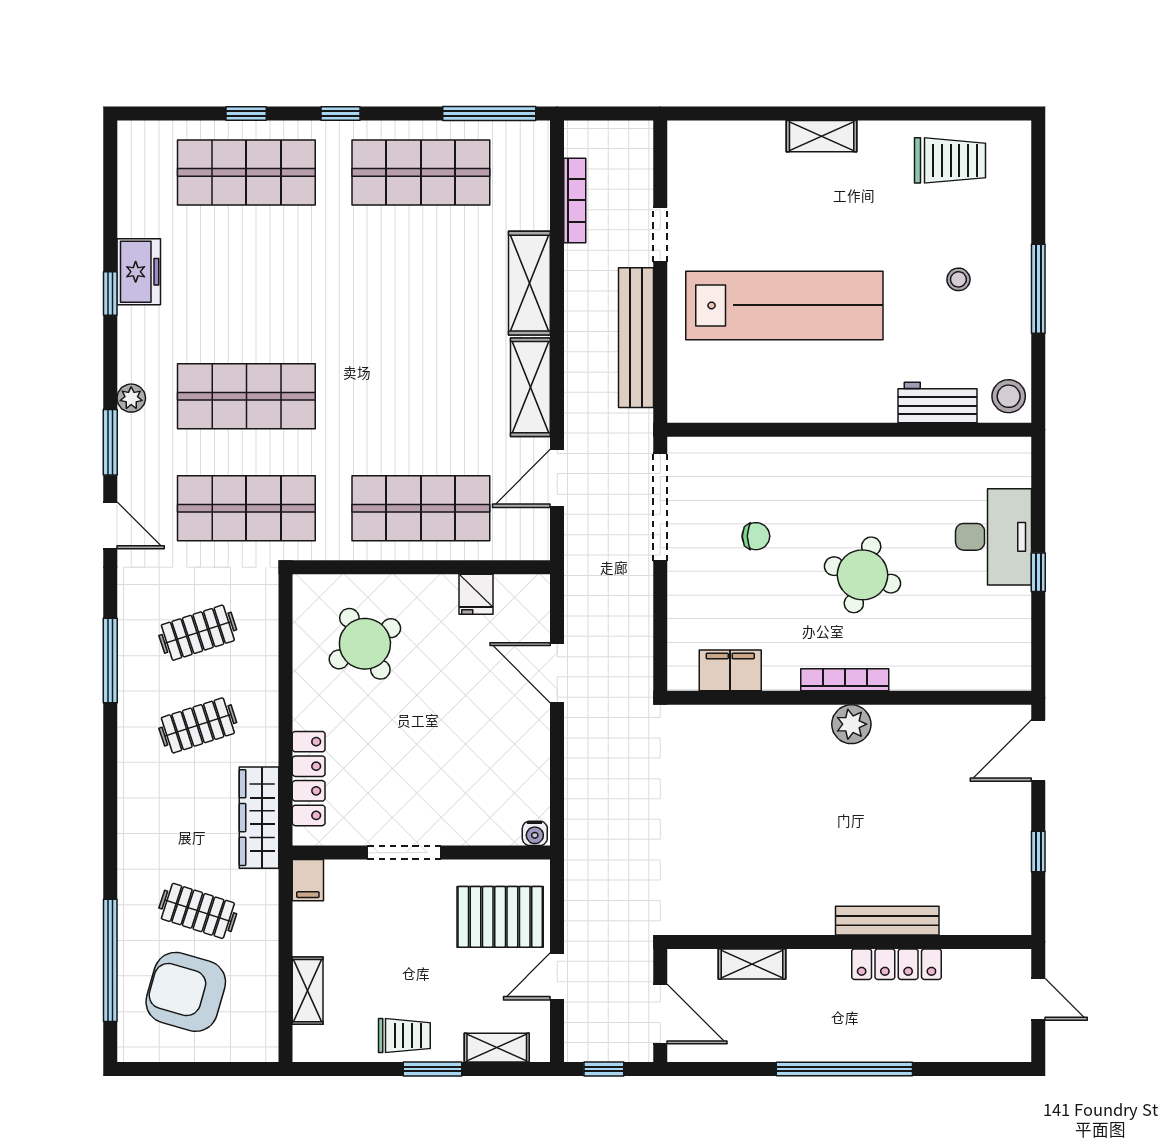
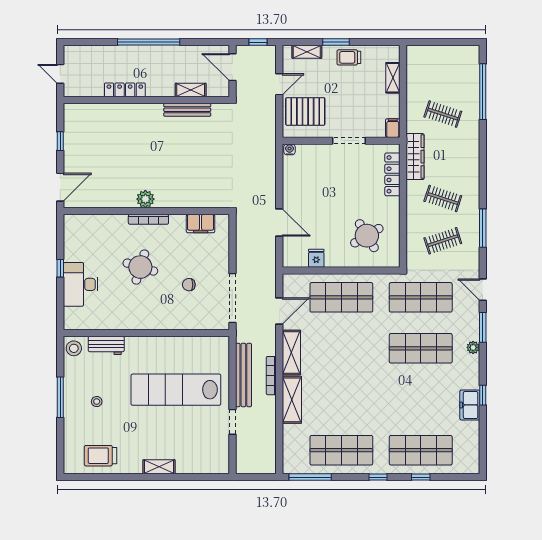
bookcase: (575, 200) -> (271, 376), moved
clothes rail: (198, 725) -> (443, 199), turned 36
bench: (887, 921) -> (187, 110), moved
armchair: (186, 992) -> (448, 77), removed

